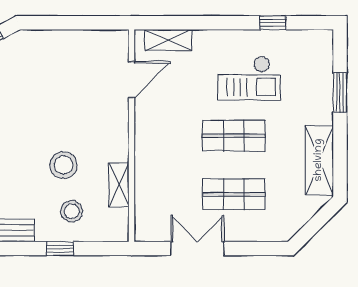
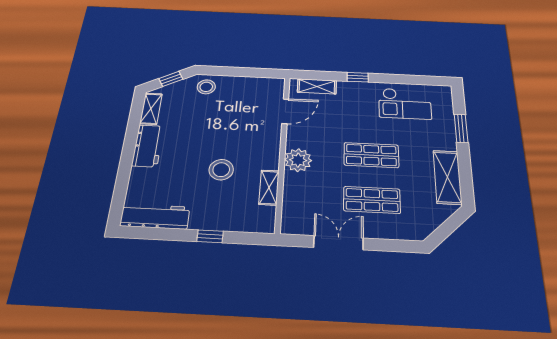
window: (273, 23) -> (358, 77), moved
checkout: (249, 78) -> (405, 104), moved
plant: (150, 147) -> (298, 160), added
stool: (72, 211) -> (206, 87), moved

